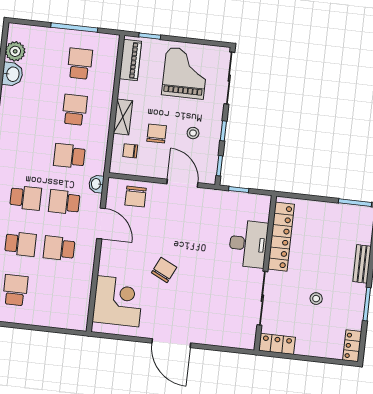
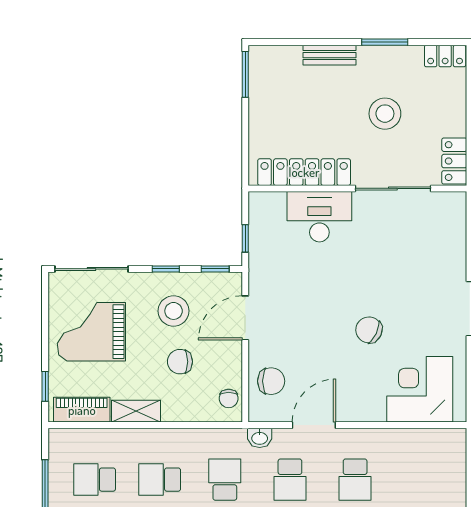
shelving: (123, 117) -> (136, 411), moved
stool: (193, 133) -> (174, 311), width x1.89, depth x1.89
chair: (130, 151) -> (229, 398), moved
school desk: (69, 156) -> (225, 480), turned 180
stool: (316, 299) -> (385, 114), width x1.89, depth x1.89

